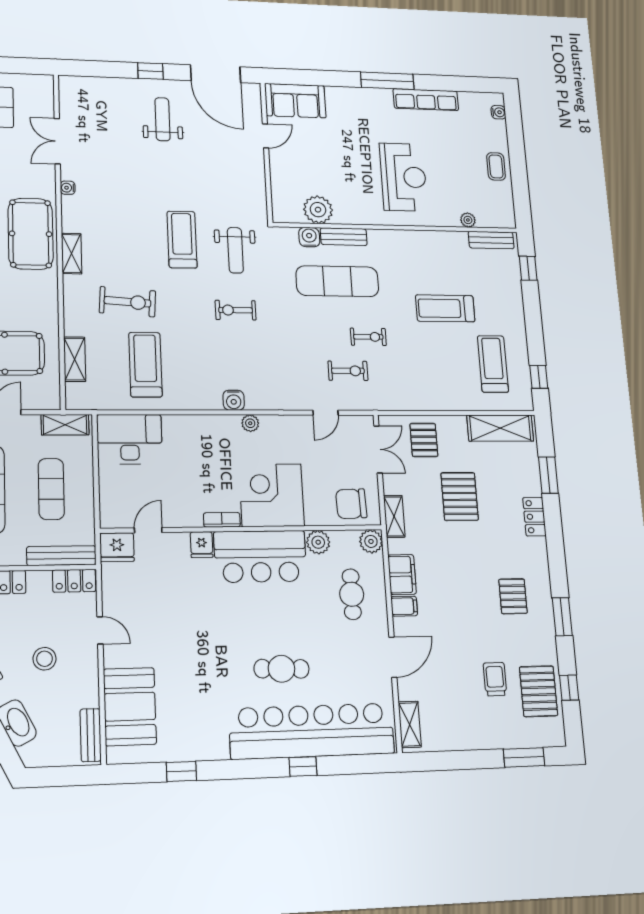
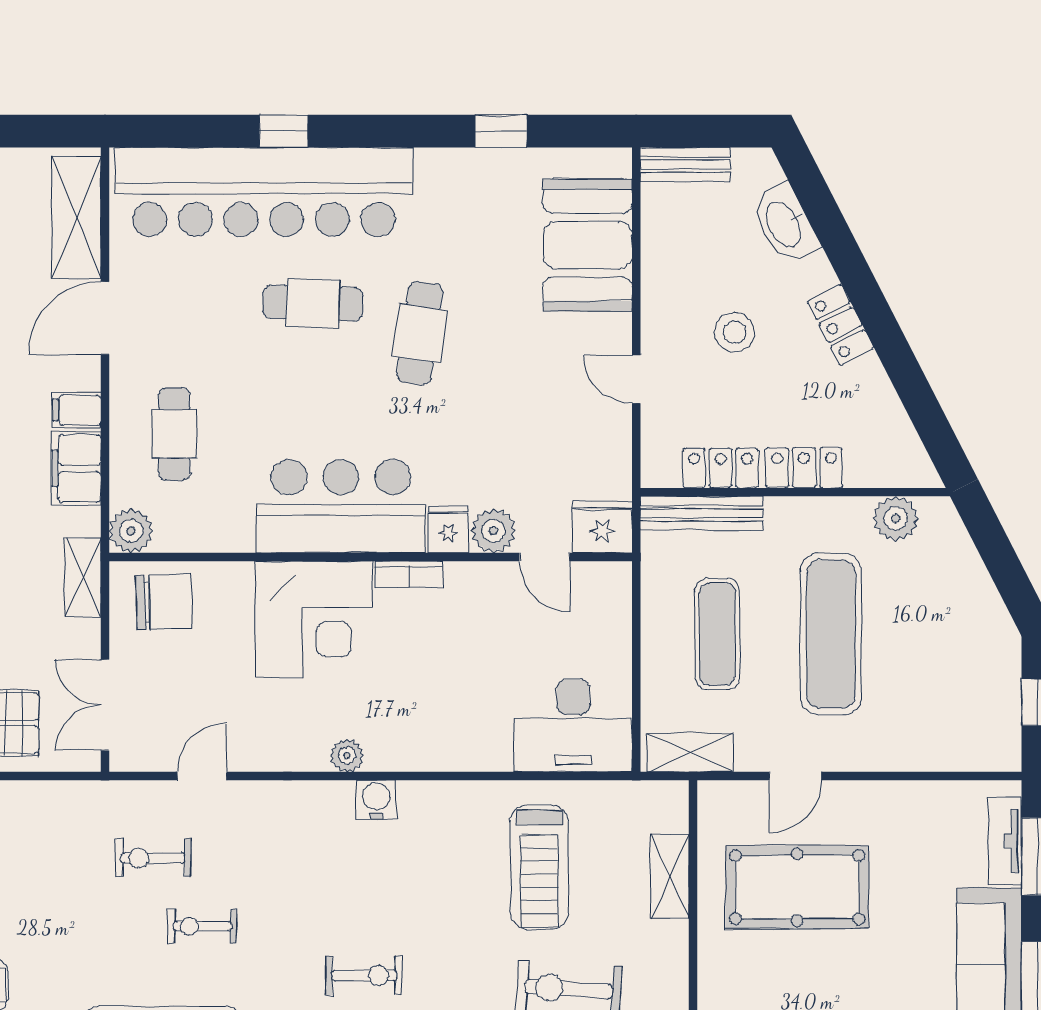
exercise bike: (368, 337) -> (202, 926), moved
door: (148, 530) -> (545, 557), hinge flipped
plant: (318, 542) -> (493, 531), moved
locker: (74, 581) -> (721, 468), moved
cafe table: (222, 653) -> (420, 333), added
shelving: (410, 724) -> (76, 218), width x1.50, depth x1.33
bench: (91, 735) -> (685, 165), moved, turned 90

